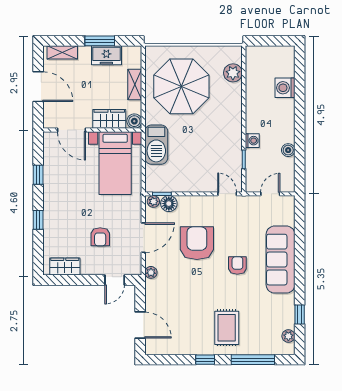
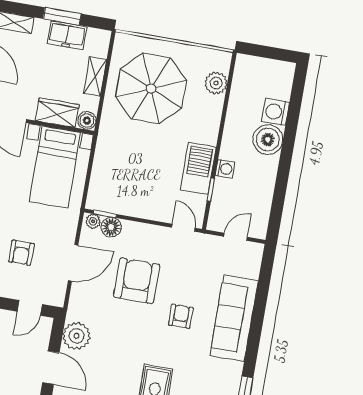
barbecue: (156, 145) -> (198, 168), moved, turned 180
boiler: (288, 150) -> (268, 140), moved, width x1.86, depth x1.86
plant: (151, 272) -> (77, 336), moved, width x1.88, depth x1.88

